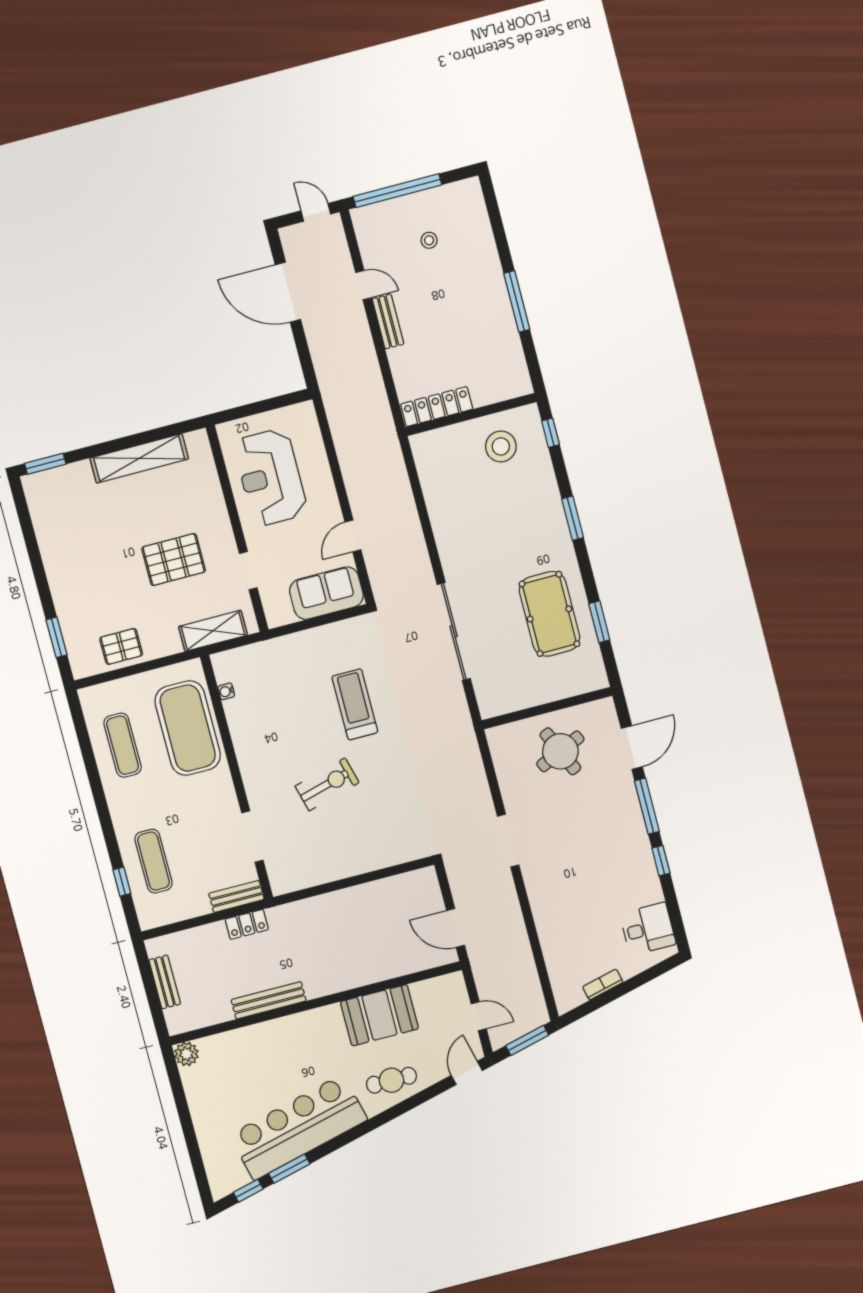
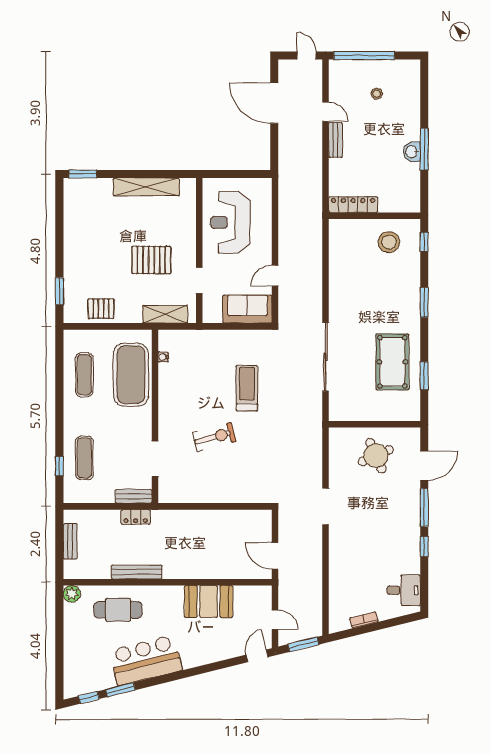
washbasin: (500, 310) -> (412, 152), added
cafe table: (391, 1080) -> (118, 610), moved, width x1.37, depth x1.35
bar counter: (298, 1127) -> (146, 660), width x0.73

